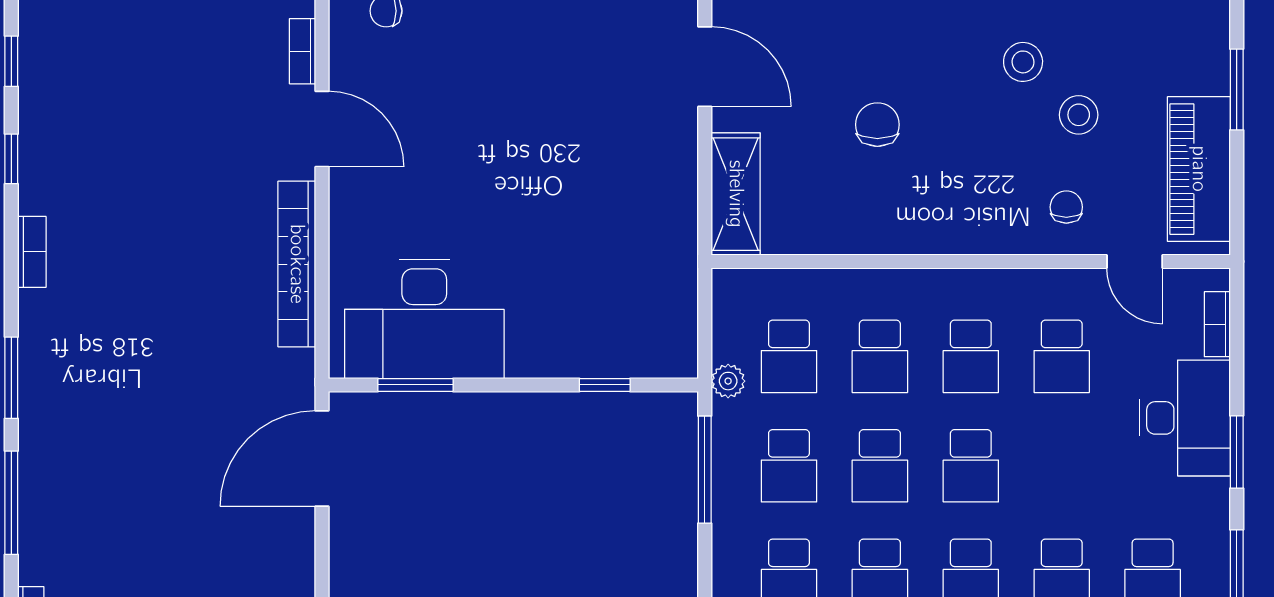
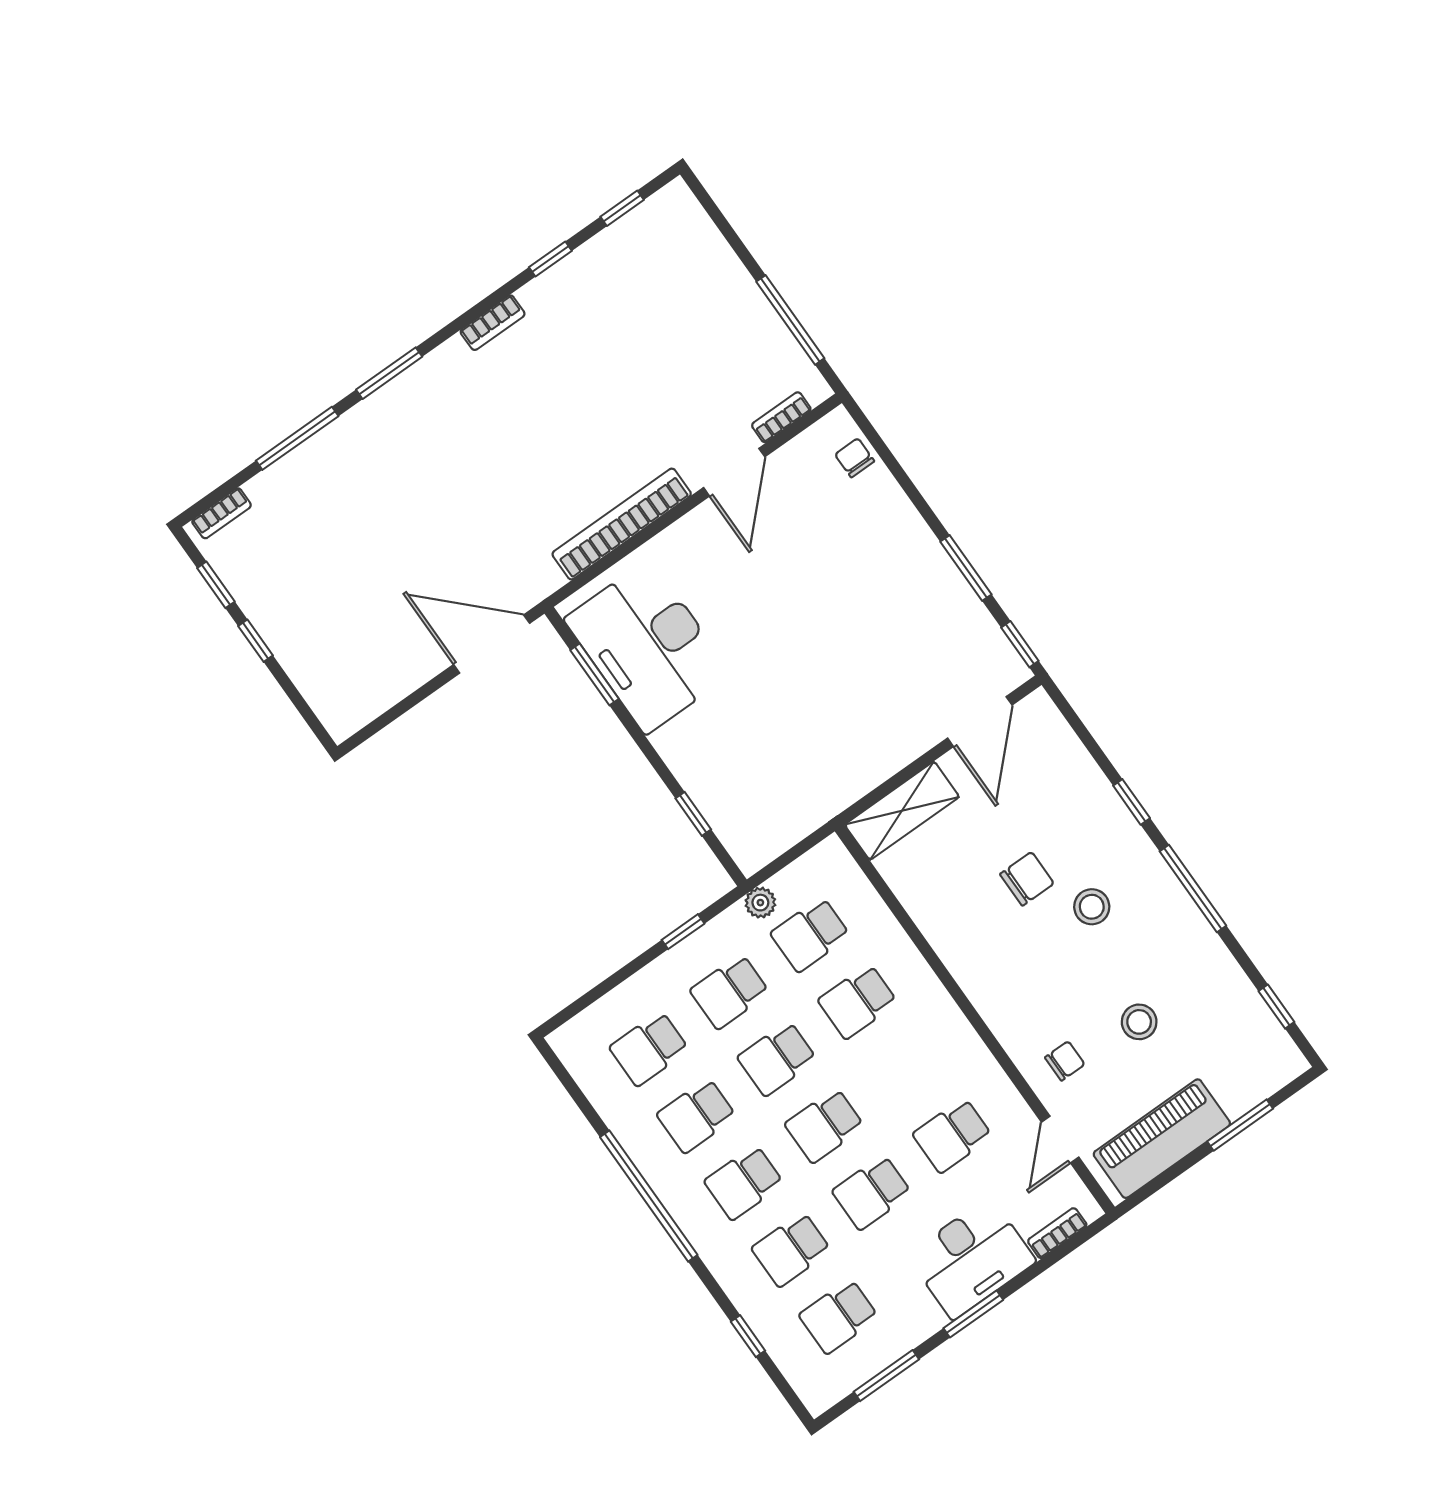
stool: (1023, 62) -> (1092, 907), moved
school desk: (971, 356) -> (872, 1192), moved
window: (705, 470) -> (683, 932), width x0.46

